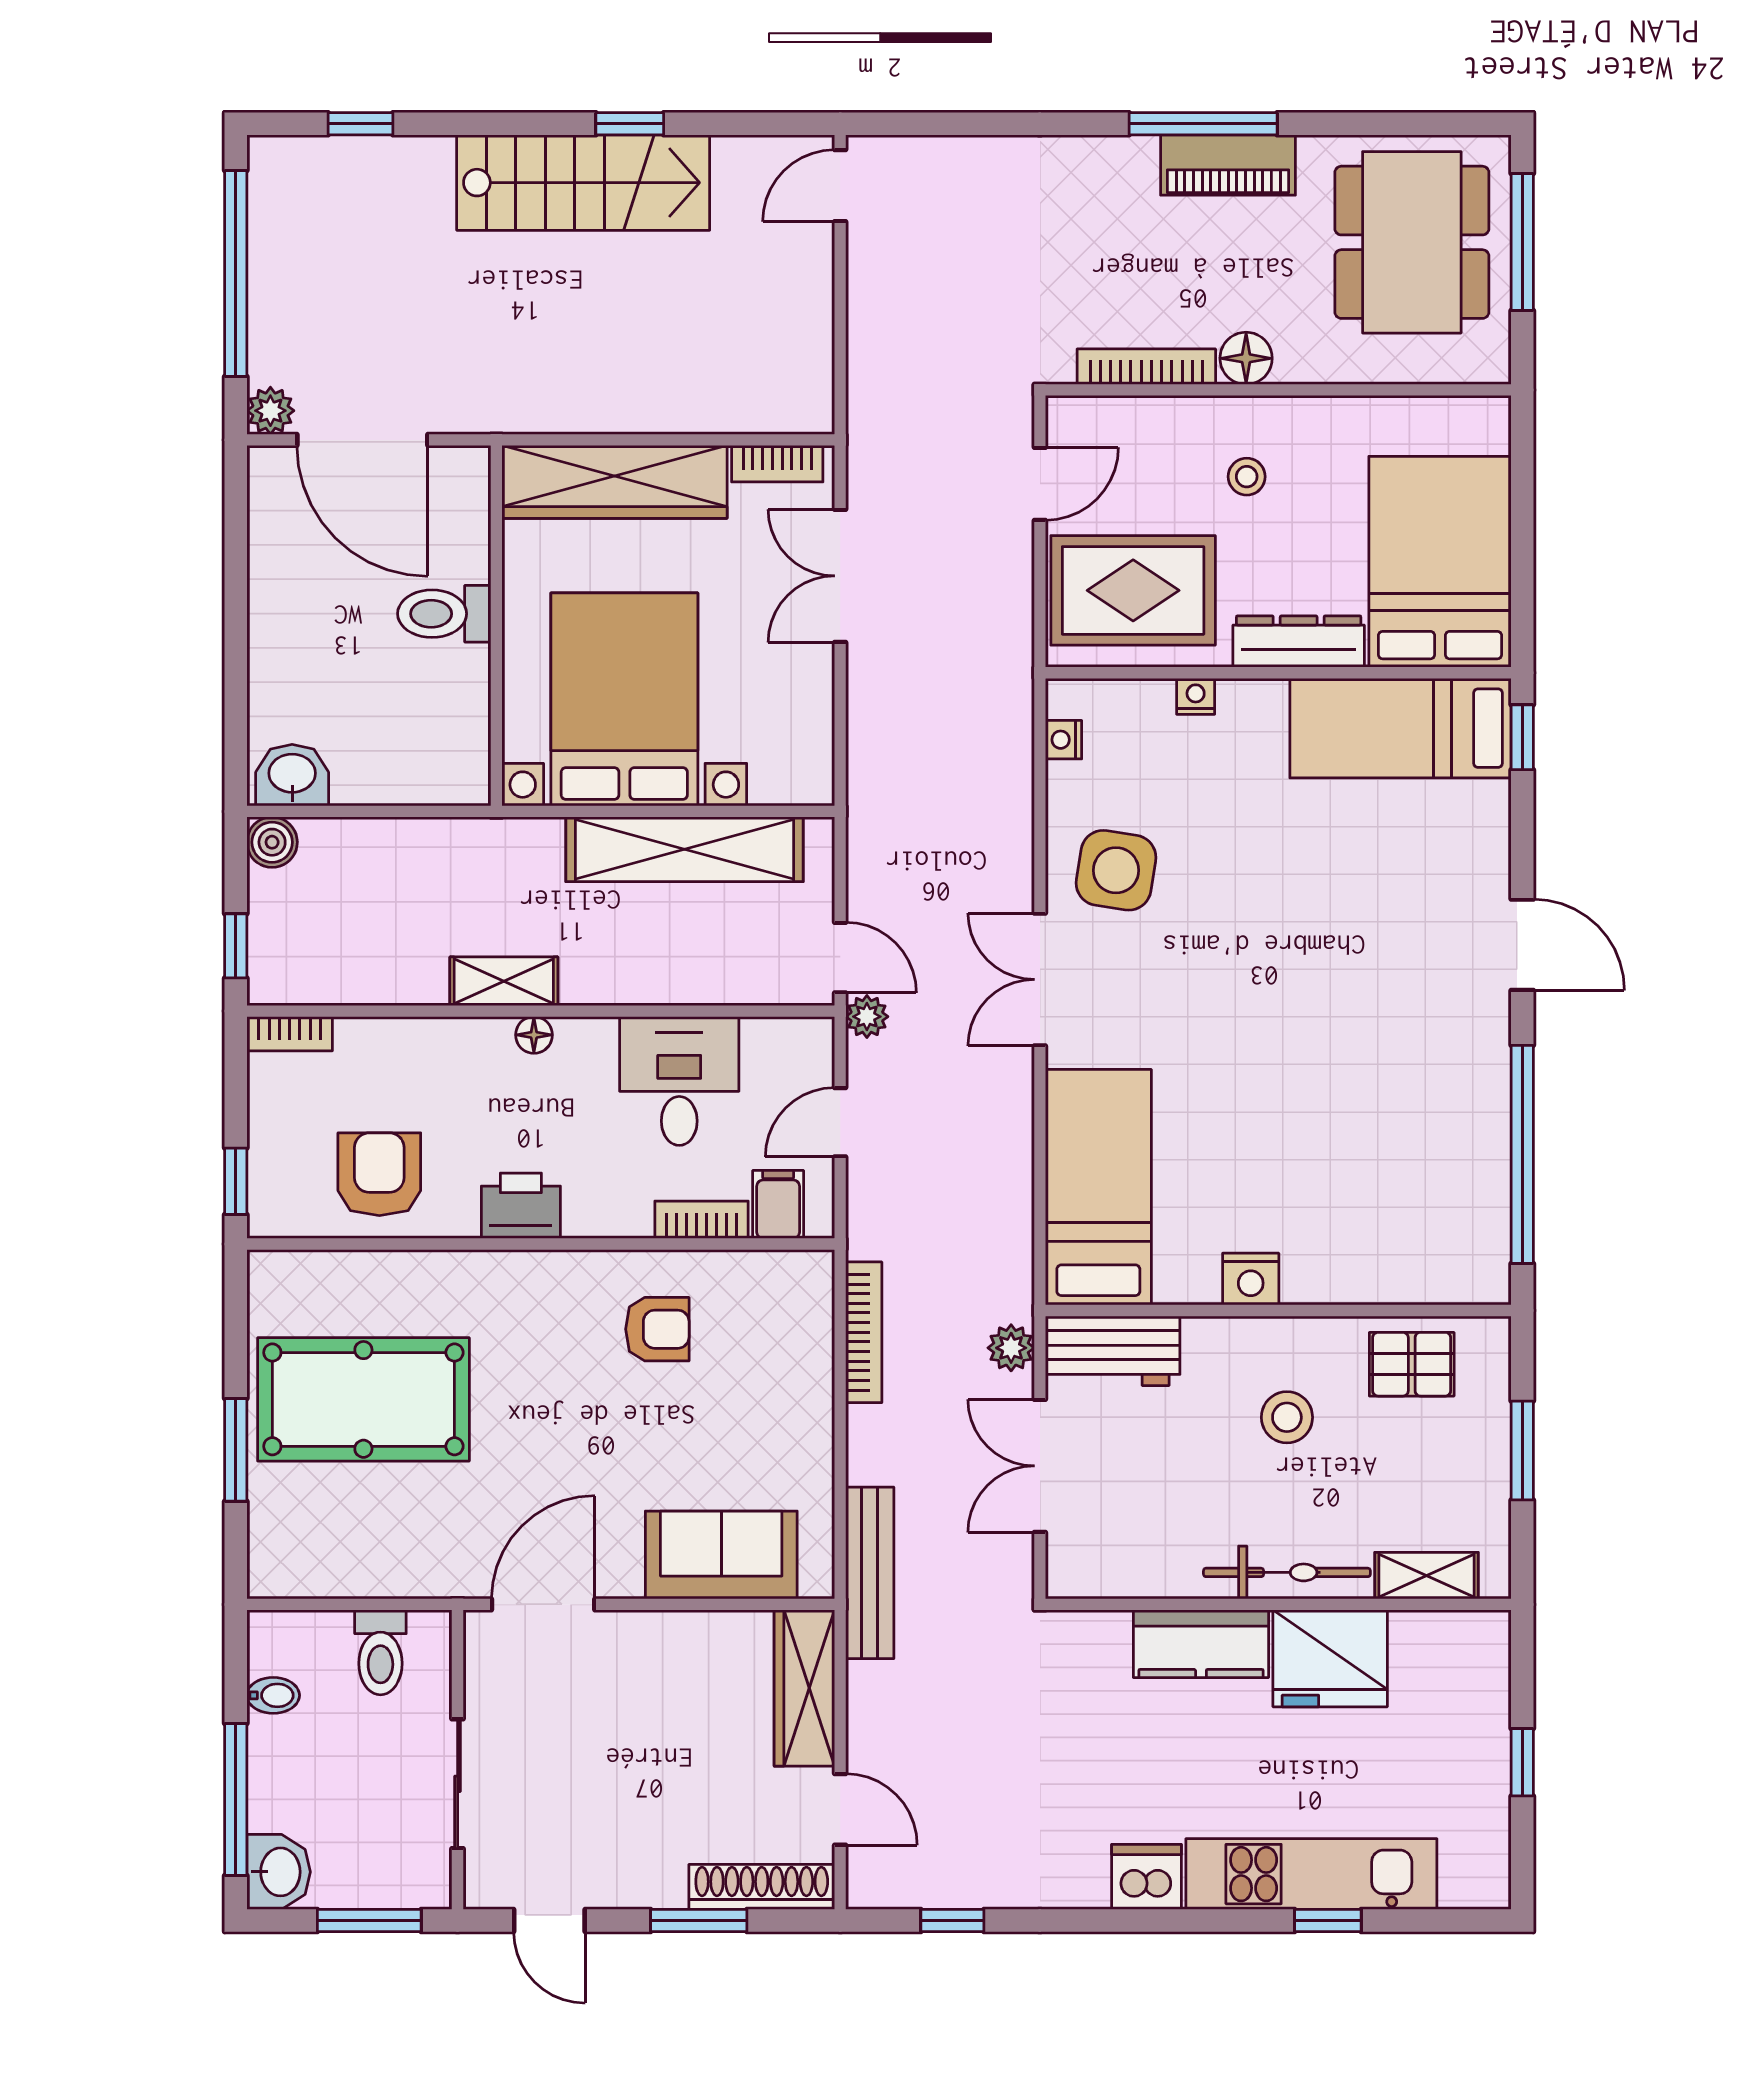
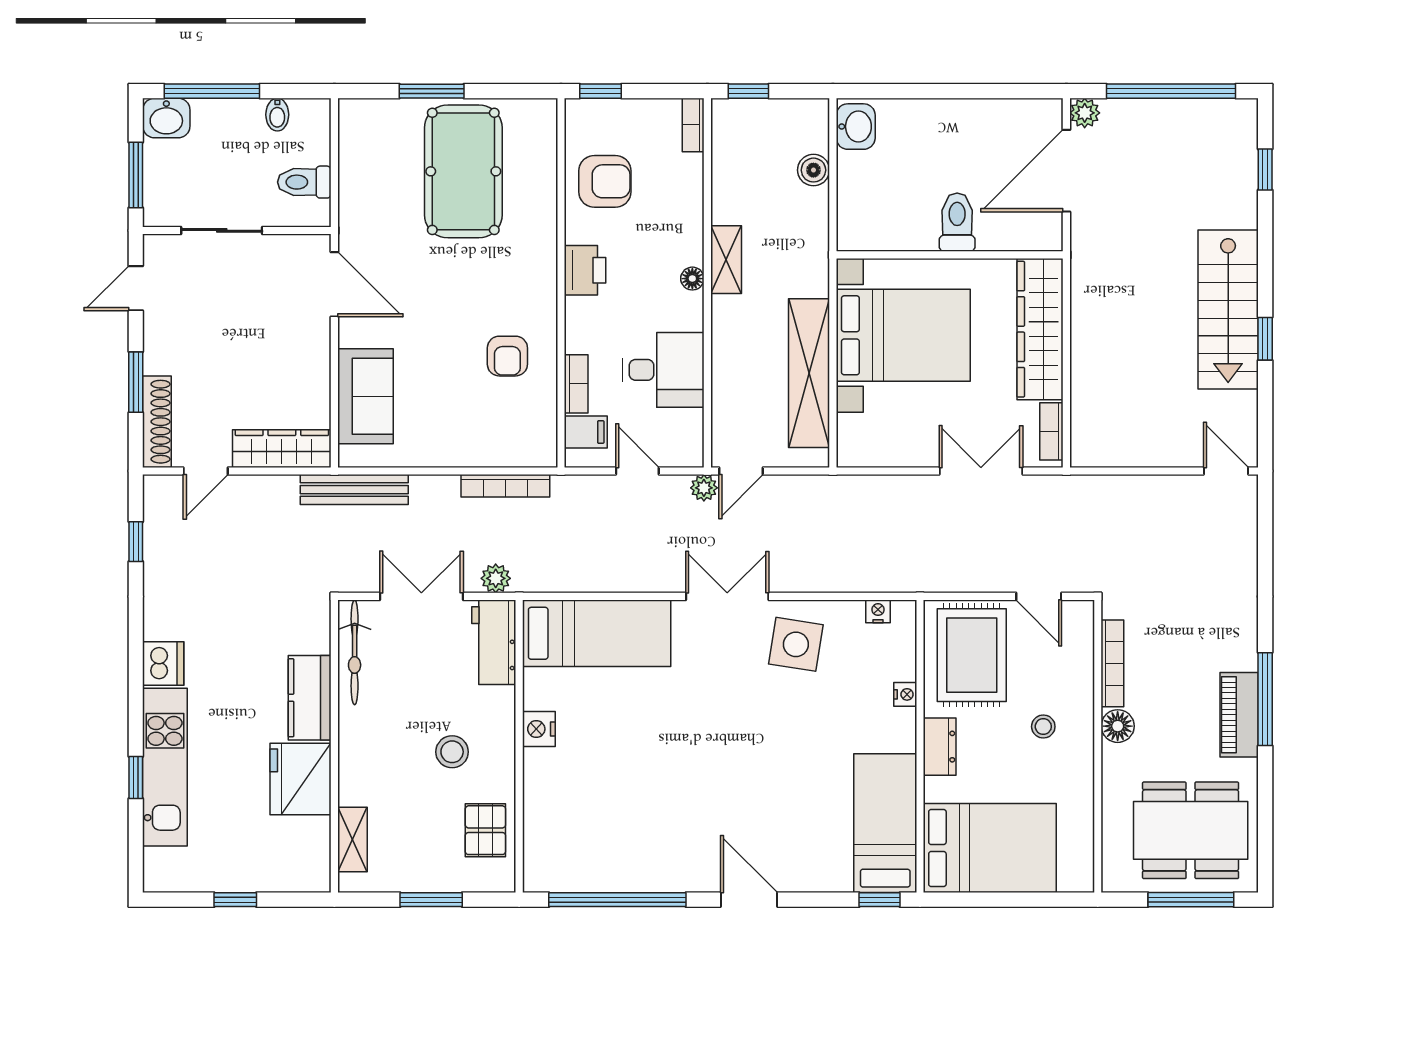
dresser: (1299, 642) -> (940, 747), width x0.70
boiler: (272, 842) -> (813, 170), moved
door: (1522, 945) -> (749, 900), swing flipped
bicycle: (1287, 1572) -> (355, 652), moved

